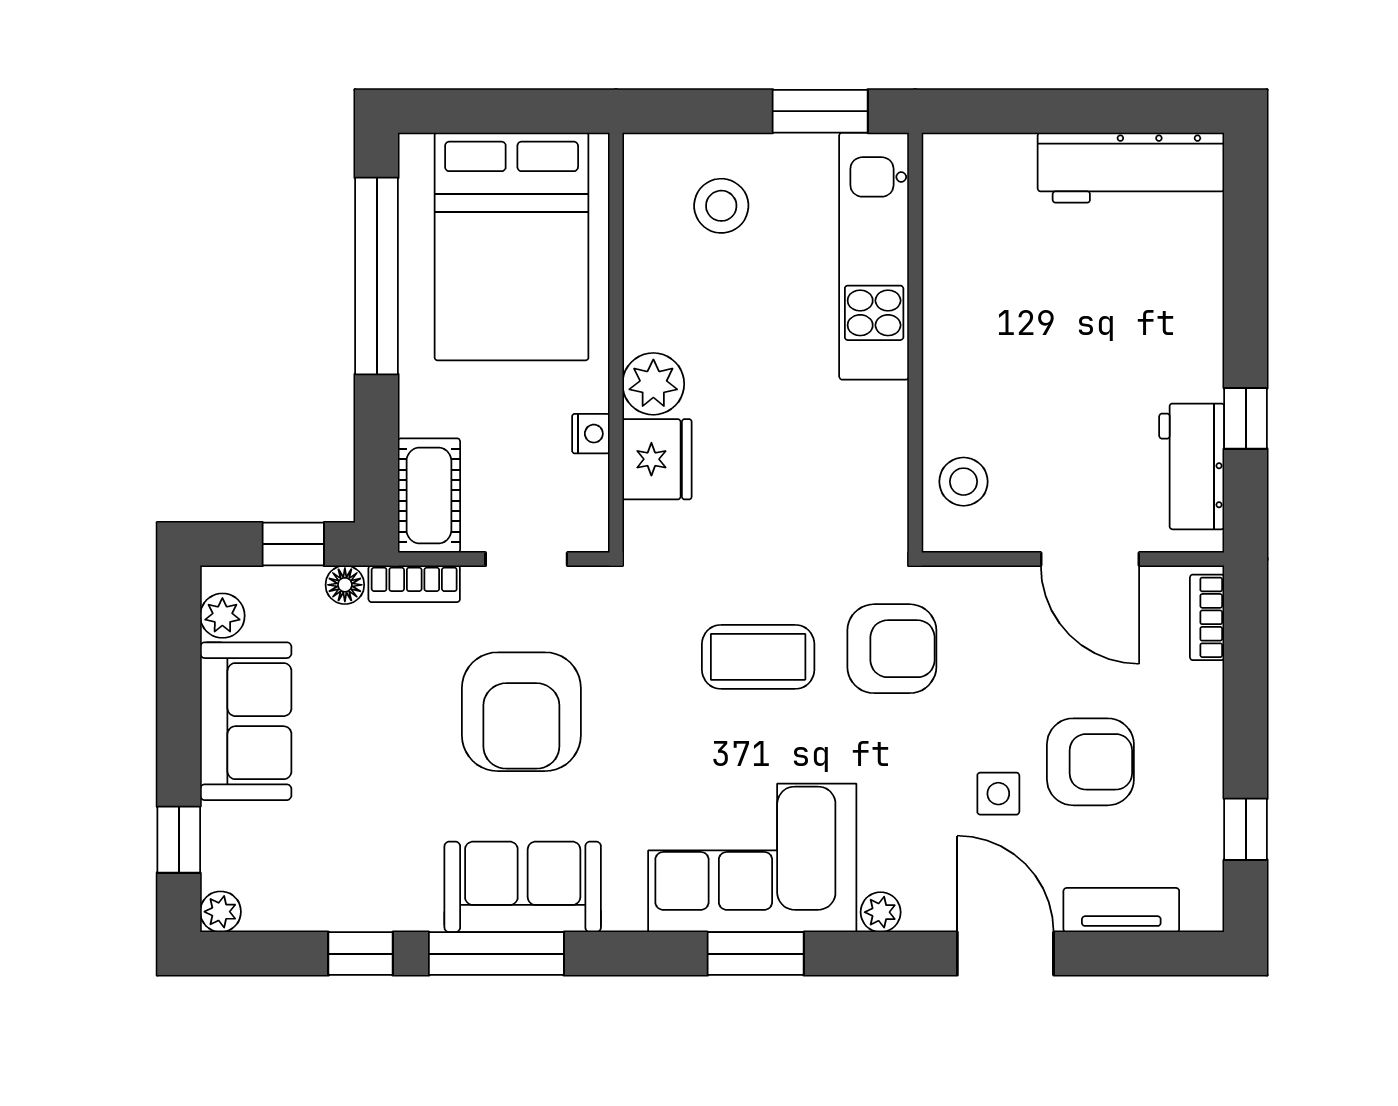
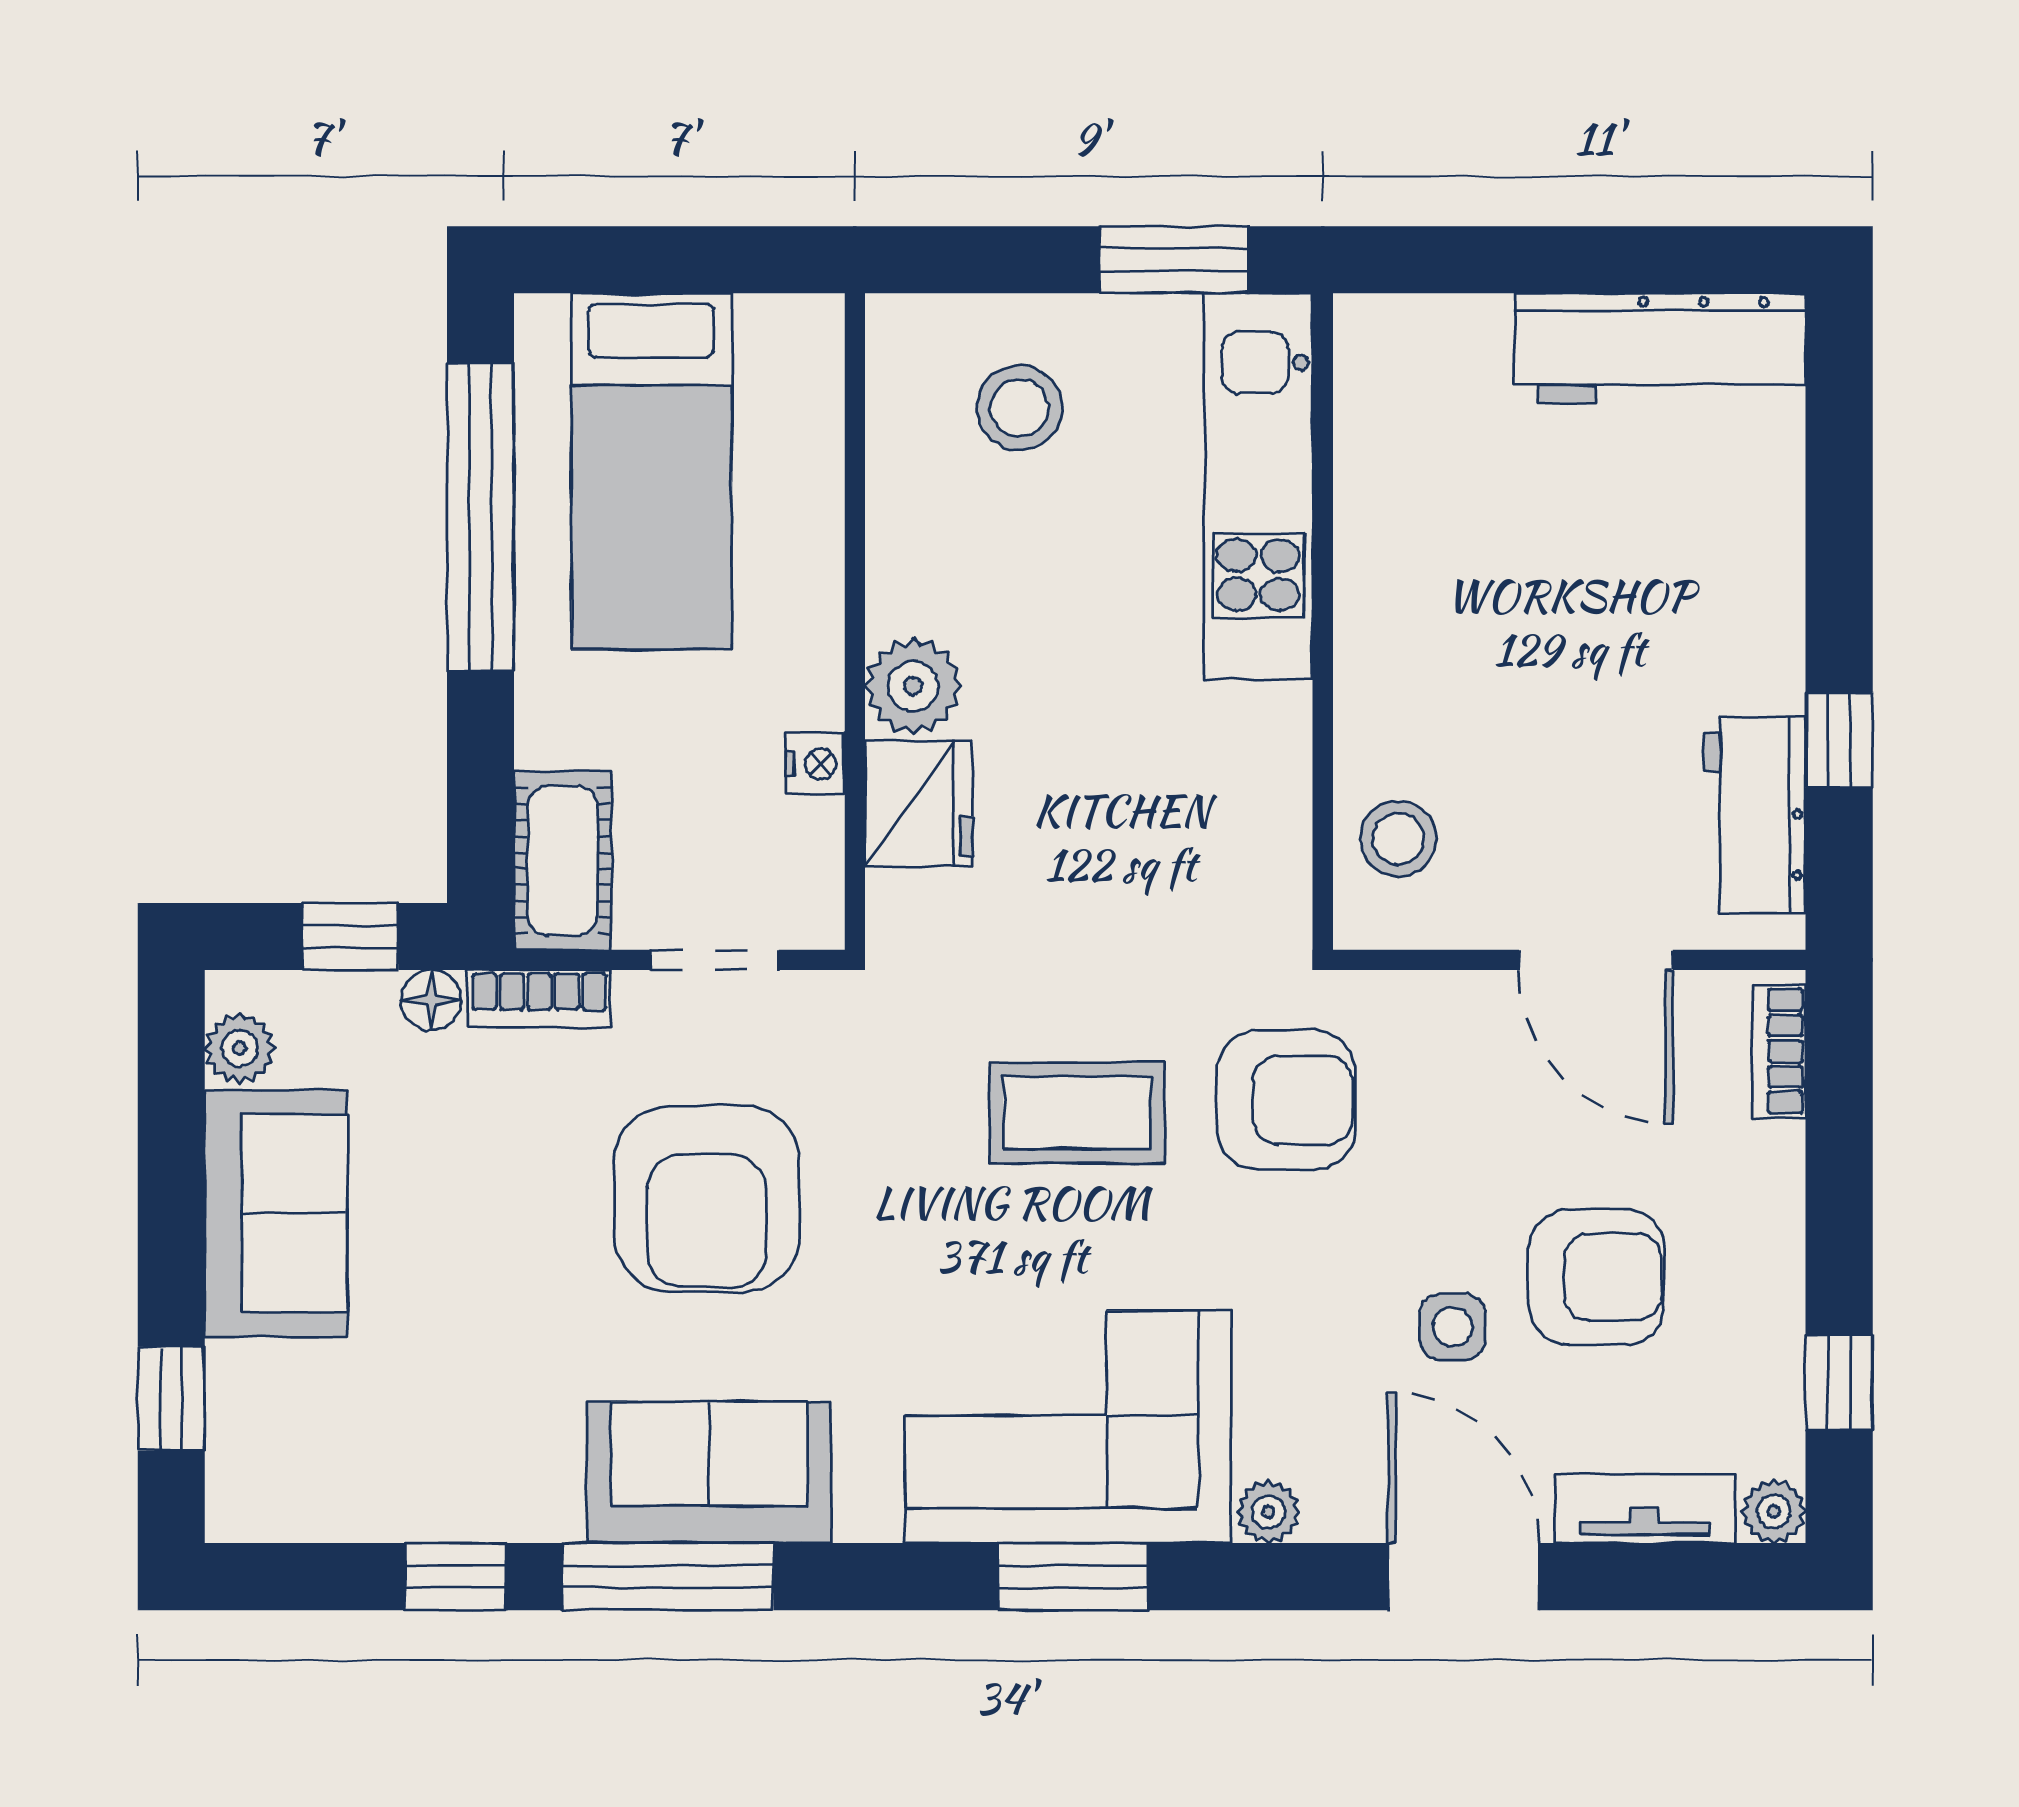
bed: (512, 246) -> (651, 471), width x0.67
plant: (221, 912) -> (1774, 1511), moved

